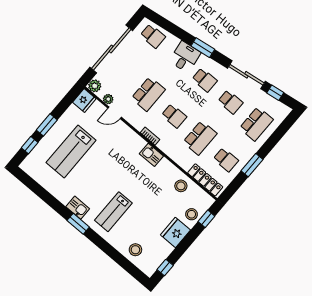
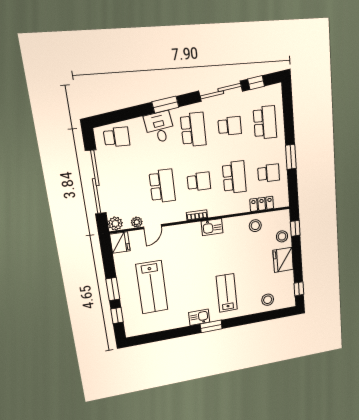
school desk: (205, 80) -> (193, 130), width x1.85
locker: (205, 180) -> (262, 204), width x0.66
lab bench: (113, 212) -> (227, 293), turned 180

